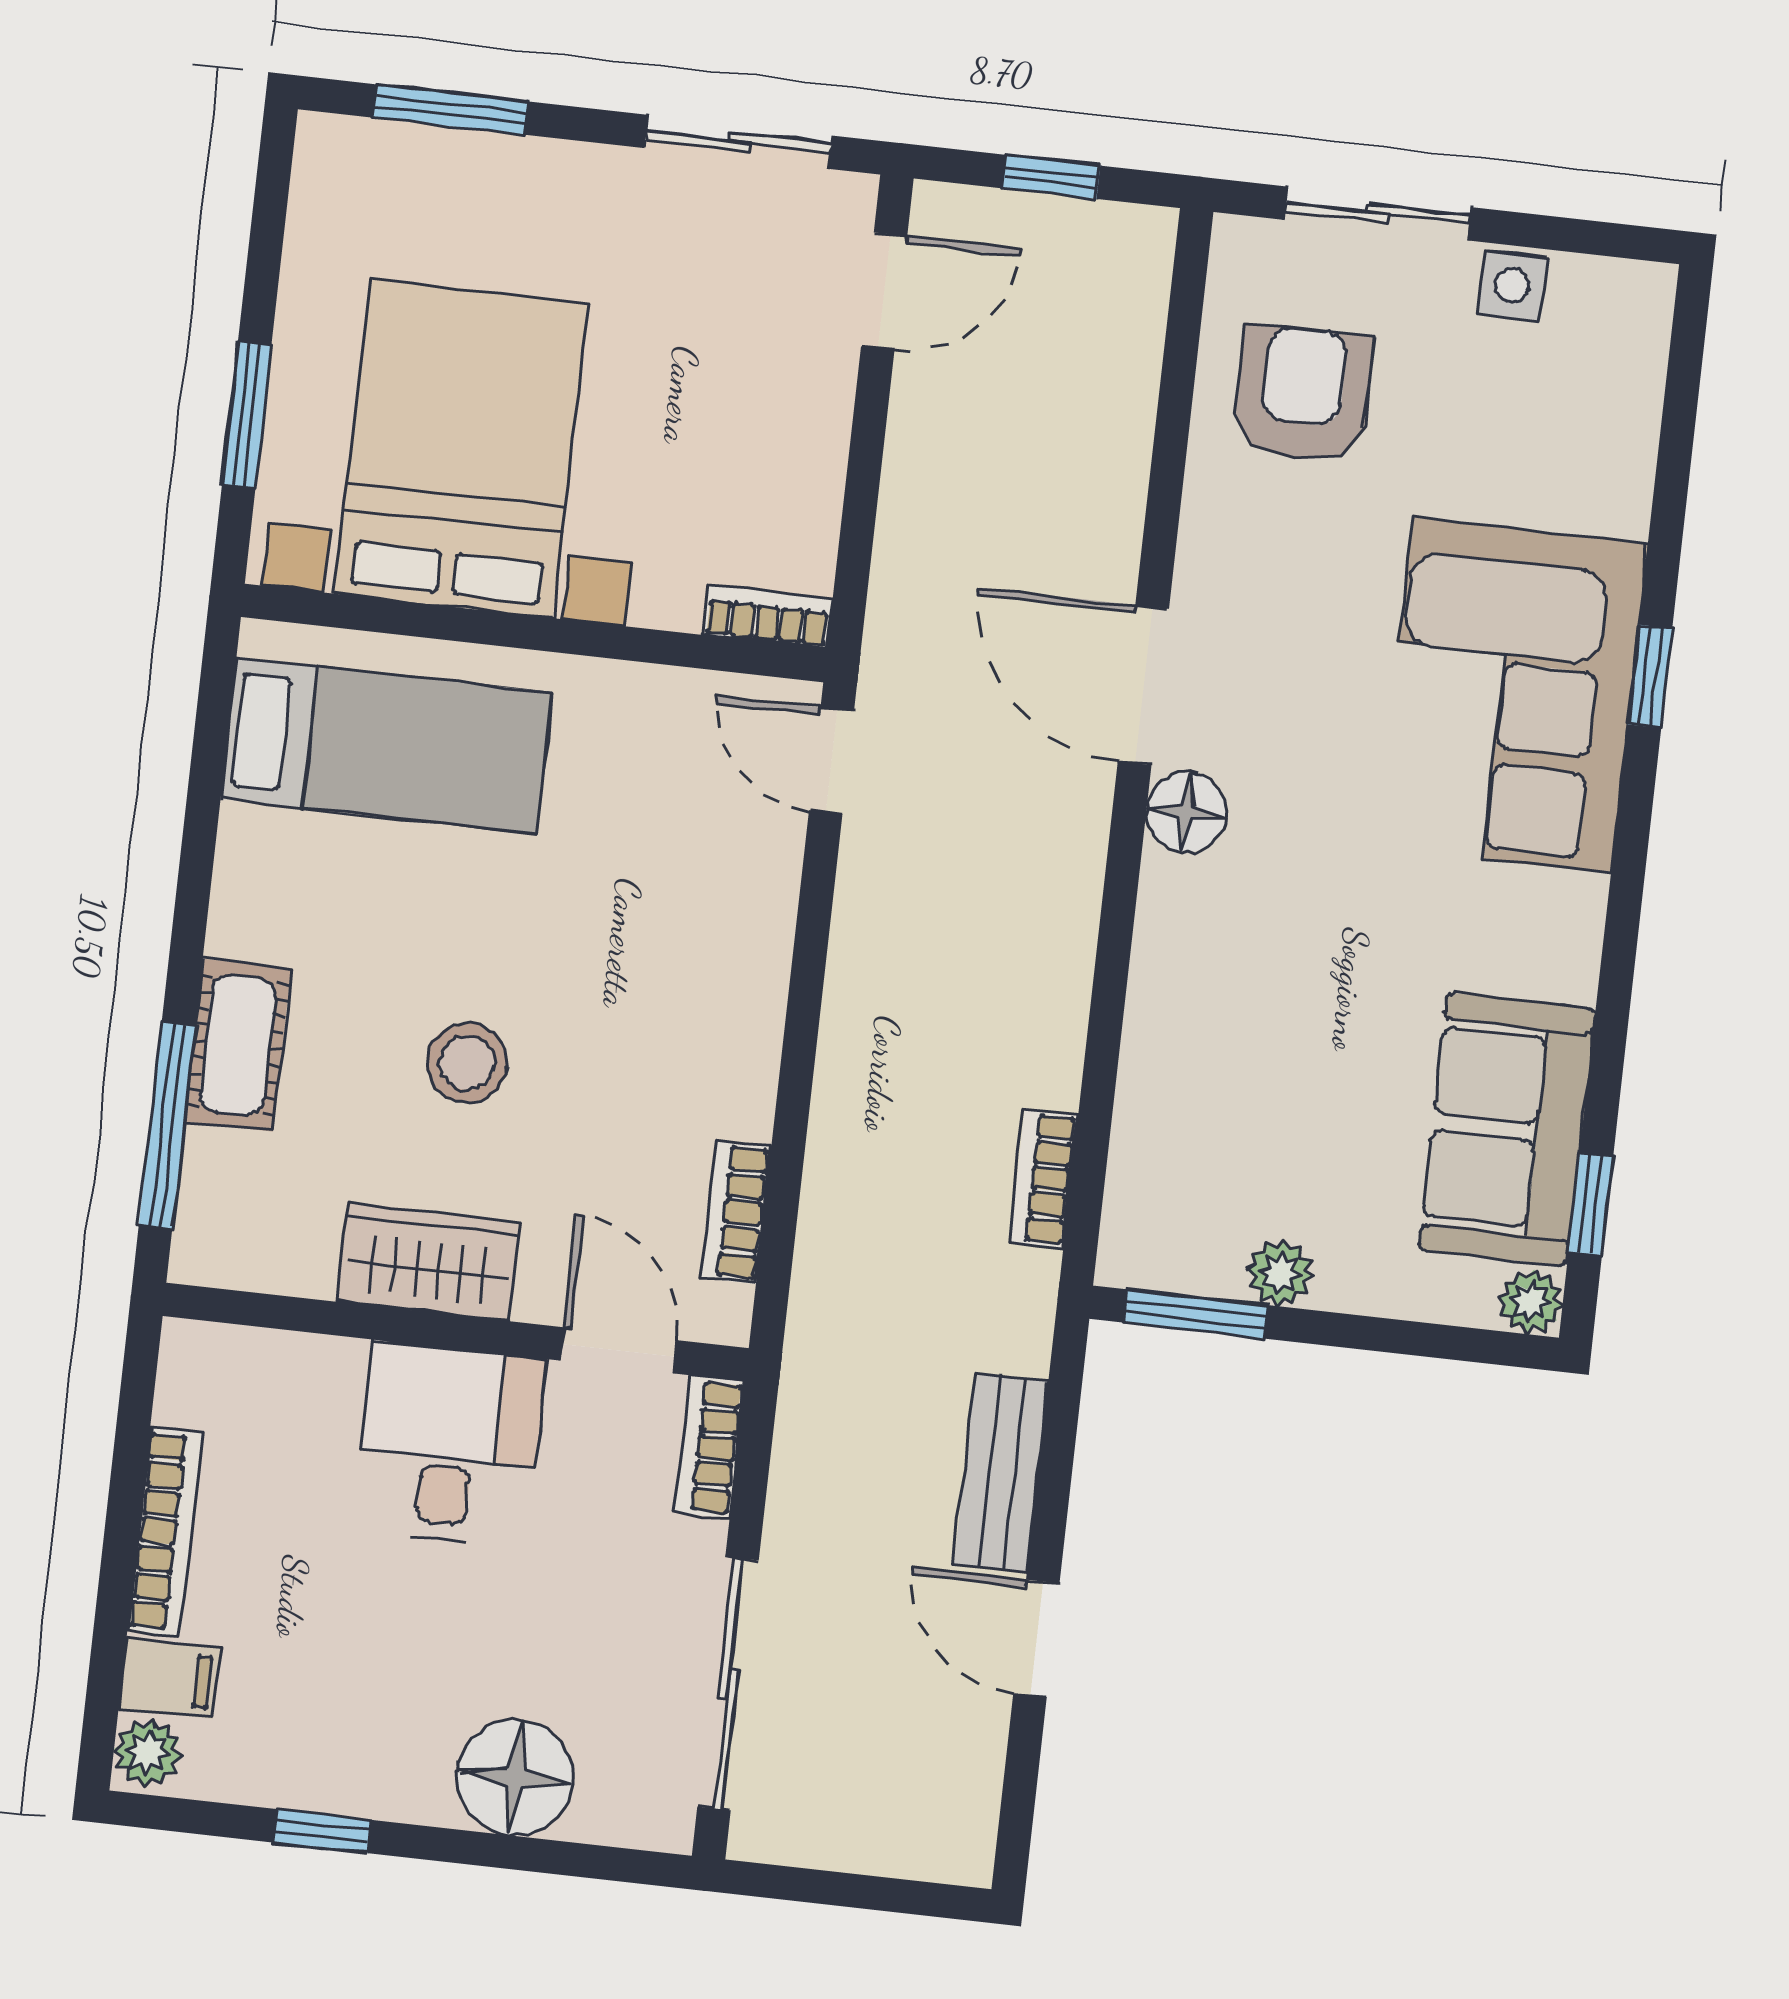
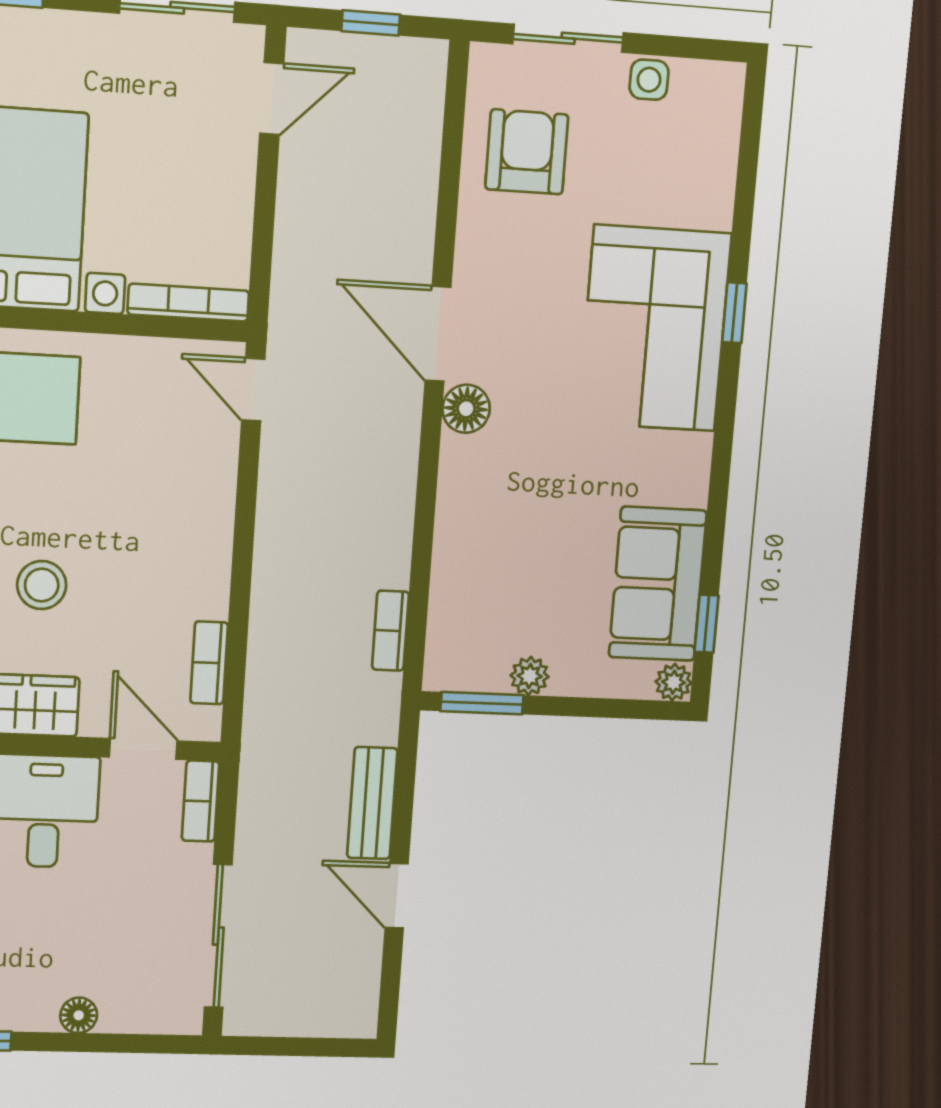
bookcase: (767, 617) -> (188, 303), width x1.56
floor lamp: (515, 1777) -> (79, 1015), width x0.53, depth x0.53

